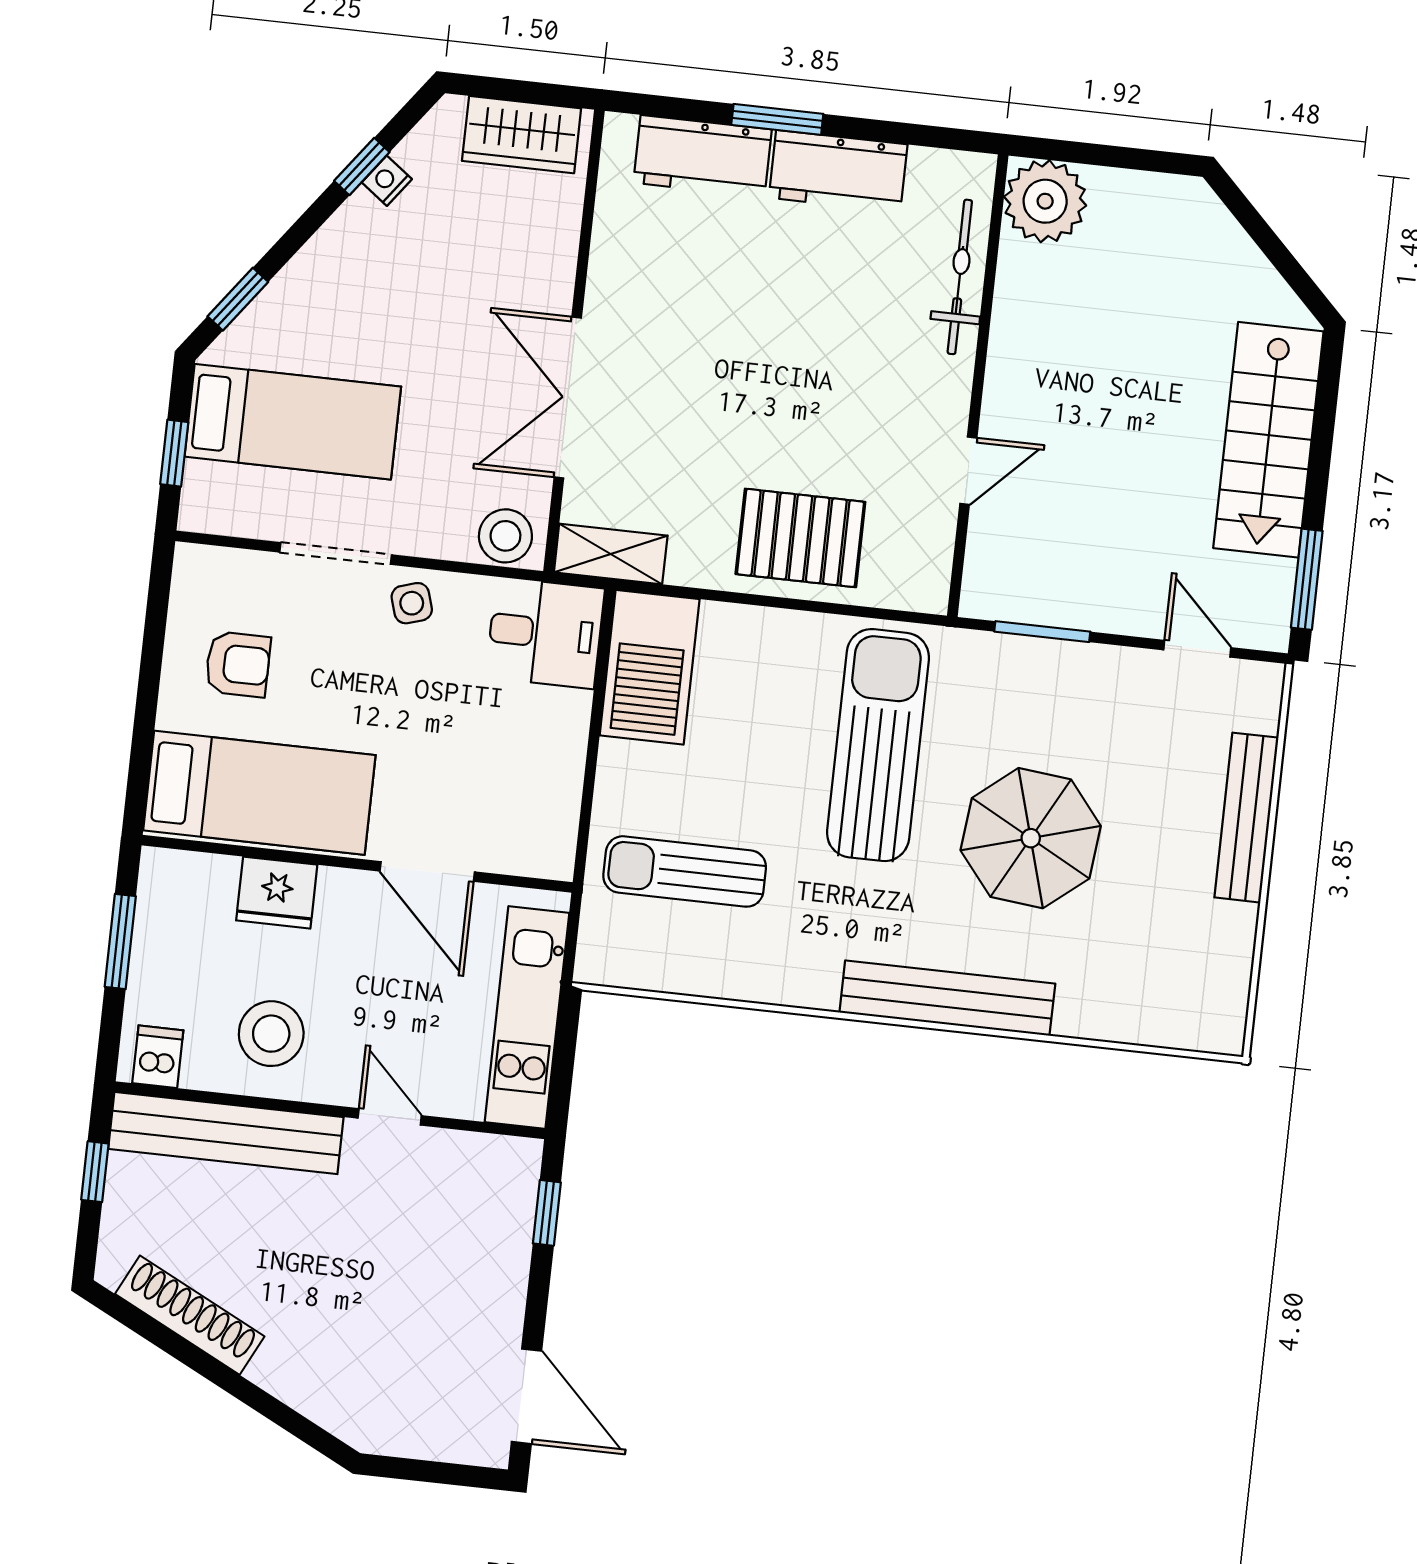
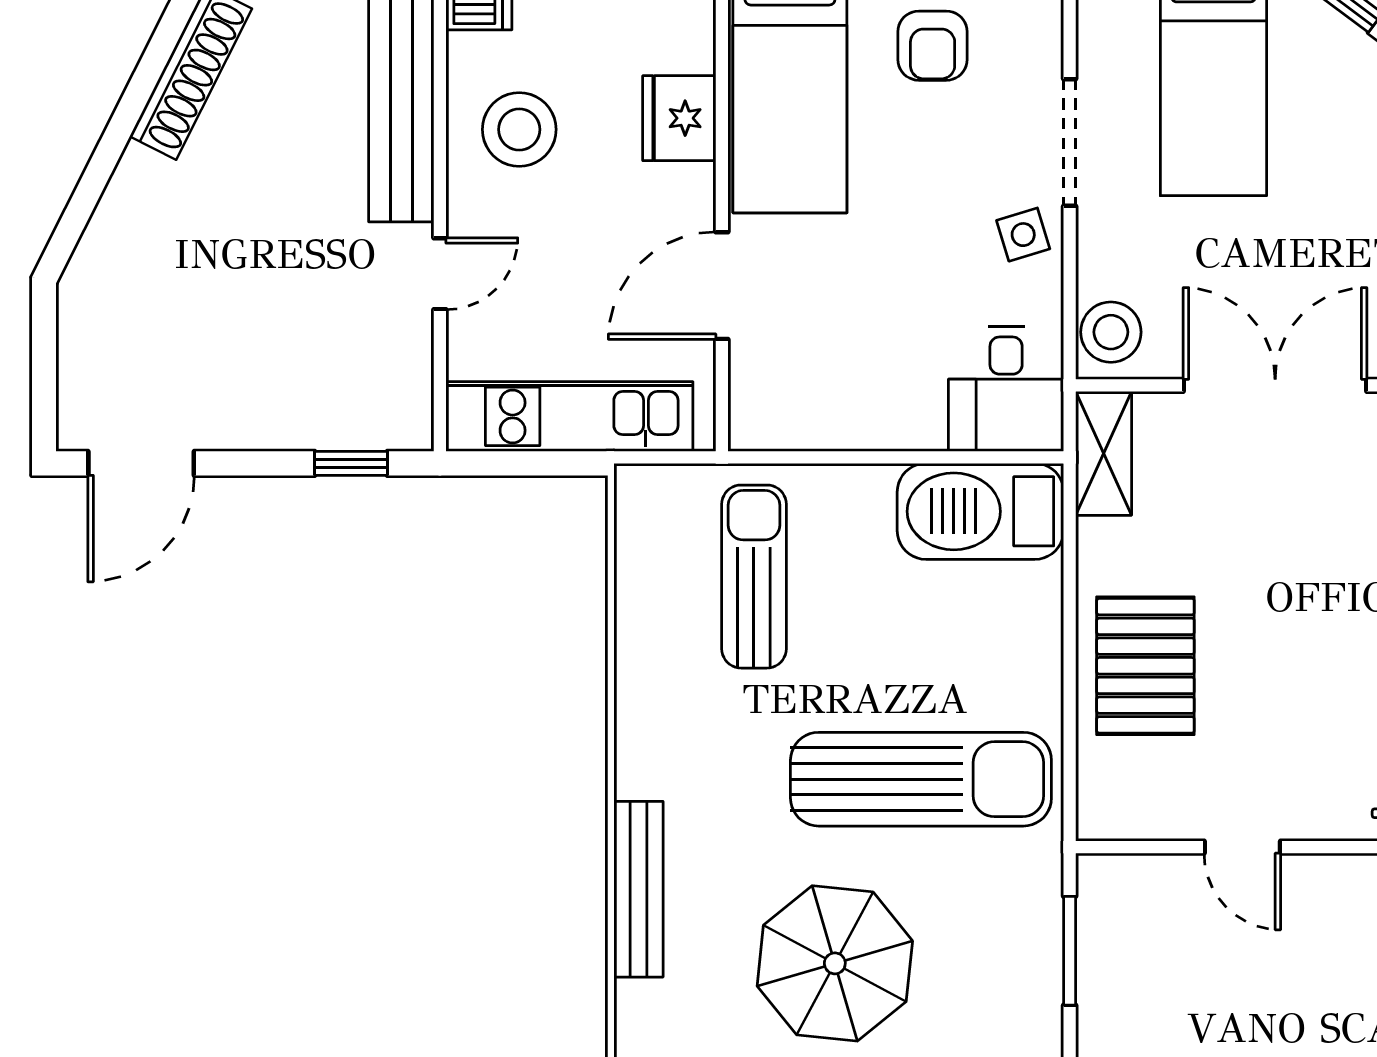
bench: (947, 998) -> (638, 889), width x0.73, depth x0.82

